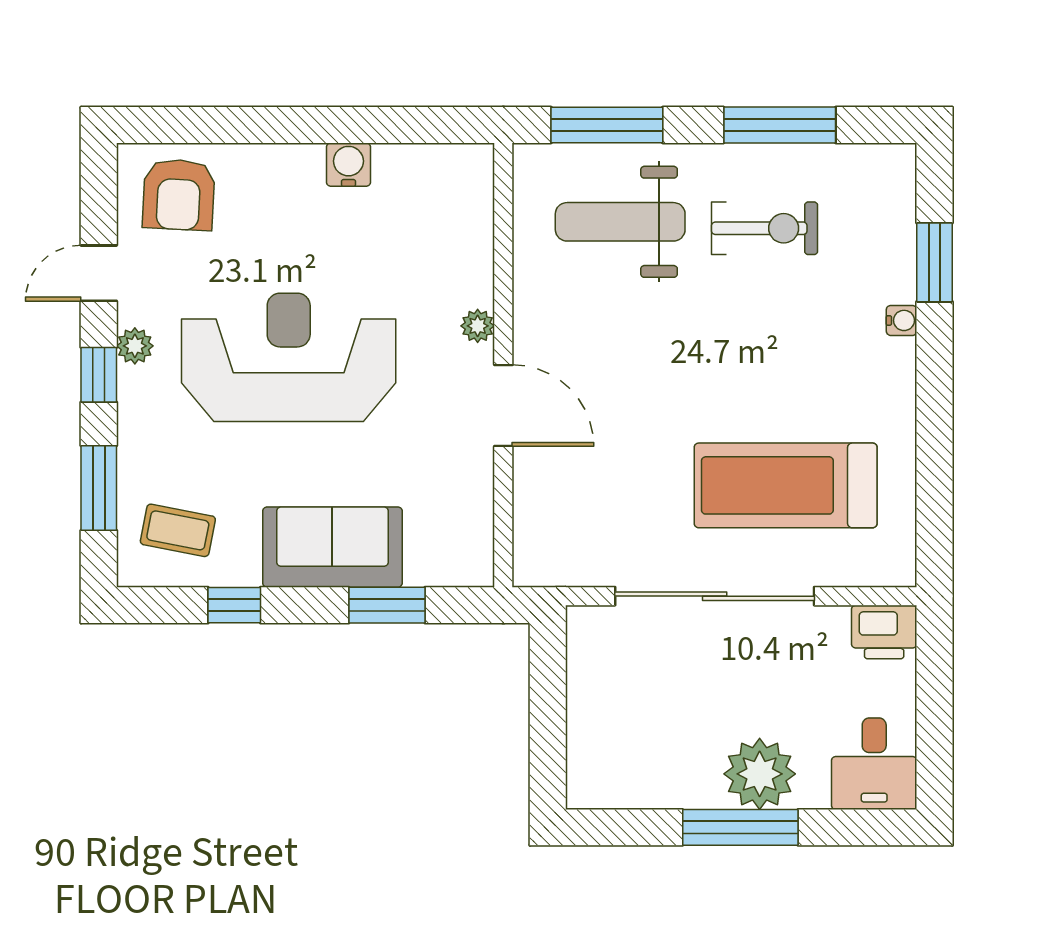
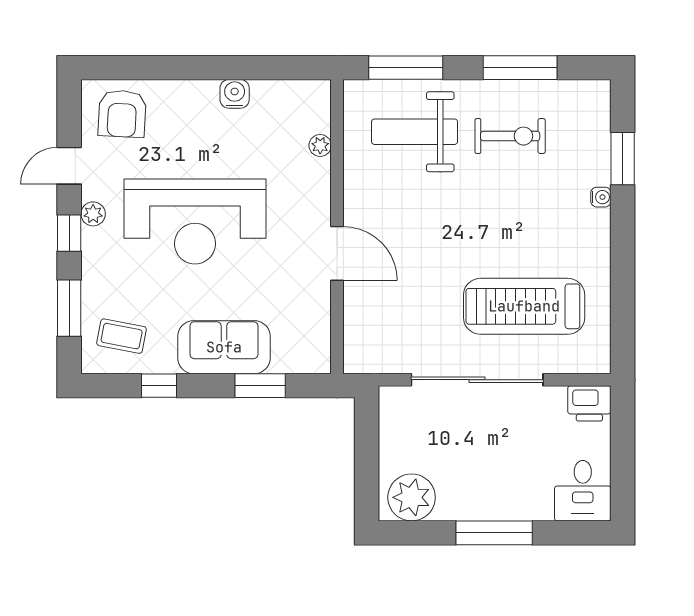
plant: (478, 326) -> (320, 145), moved
reception desk: (289, 357) -> (195, 221), turned 180
plant: (760, 774) -> (412, 497), moved

